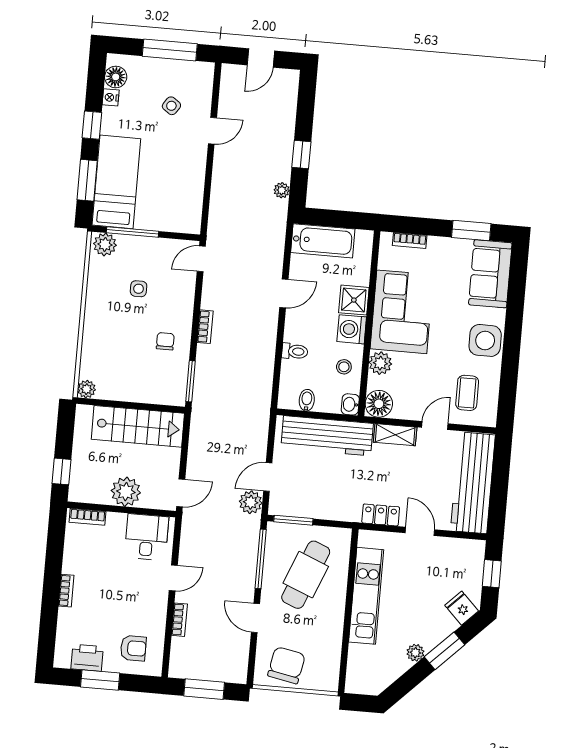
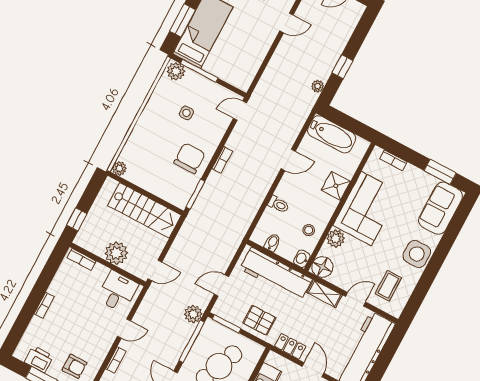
washing machine: (352, 329) -> (325, 206), removed
chair: (165, 341) -> (190, 158), width x1.87, depth x1.87
pallet: (331, 499) -> (259, 320), added
plant: (251, 502) -> (193, 314), moved

